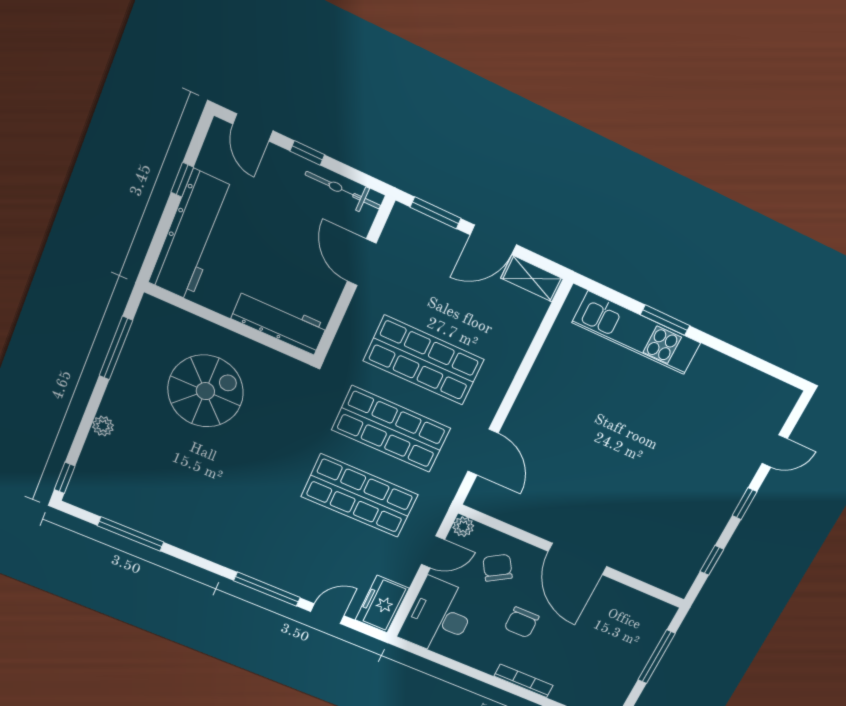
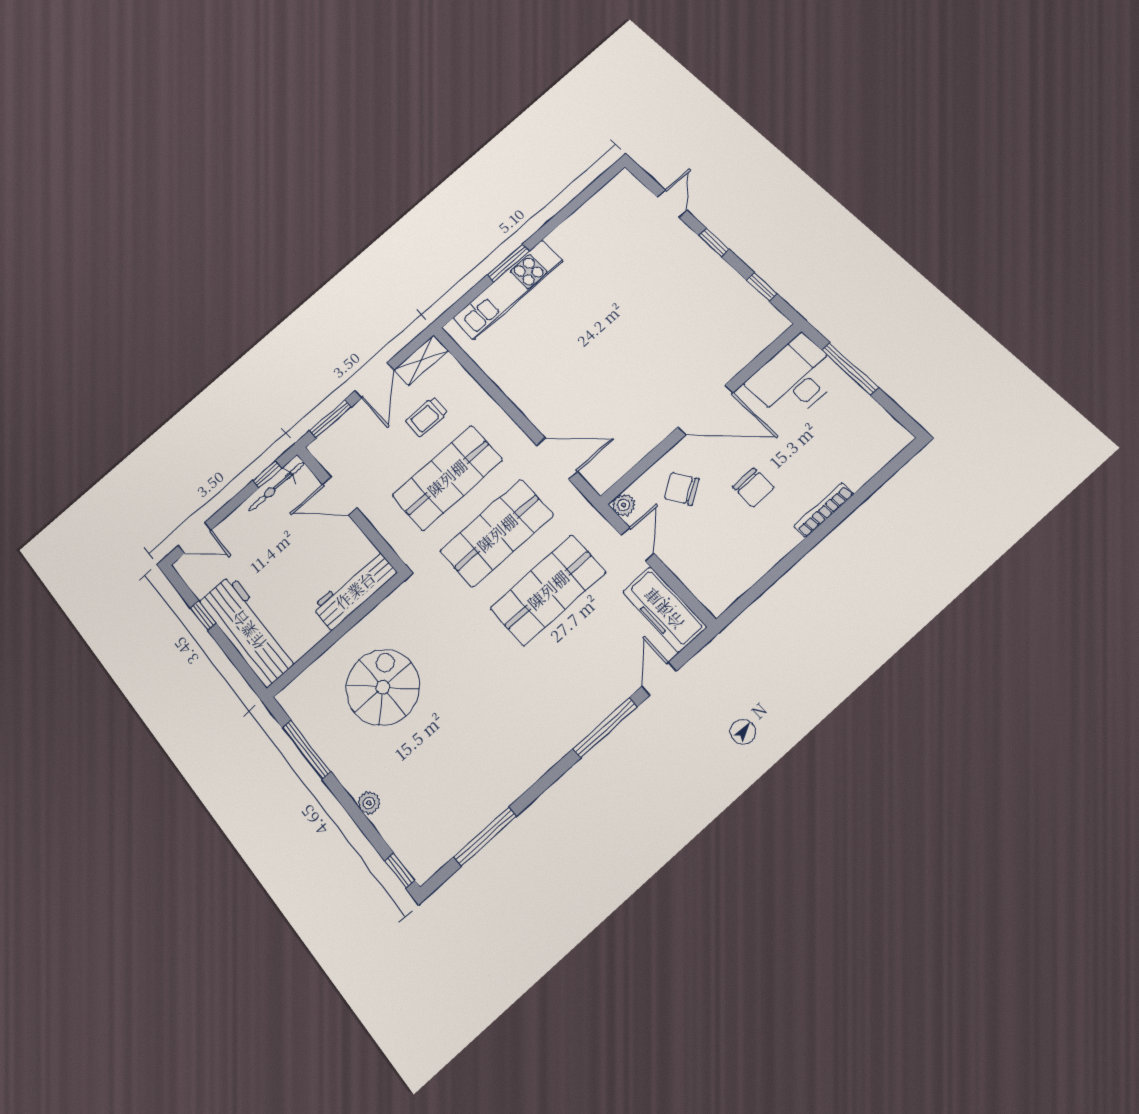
window: (307, 153) -> (267, 474), moved
trolley: (476, 312) -> (427, 417), added
freezer: (382, 604) -> (664, 609), width x1.40
desk: (439, 617) -> (794, 378), moved, turned 90

